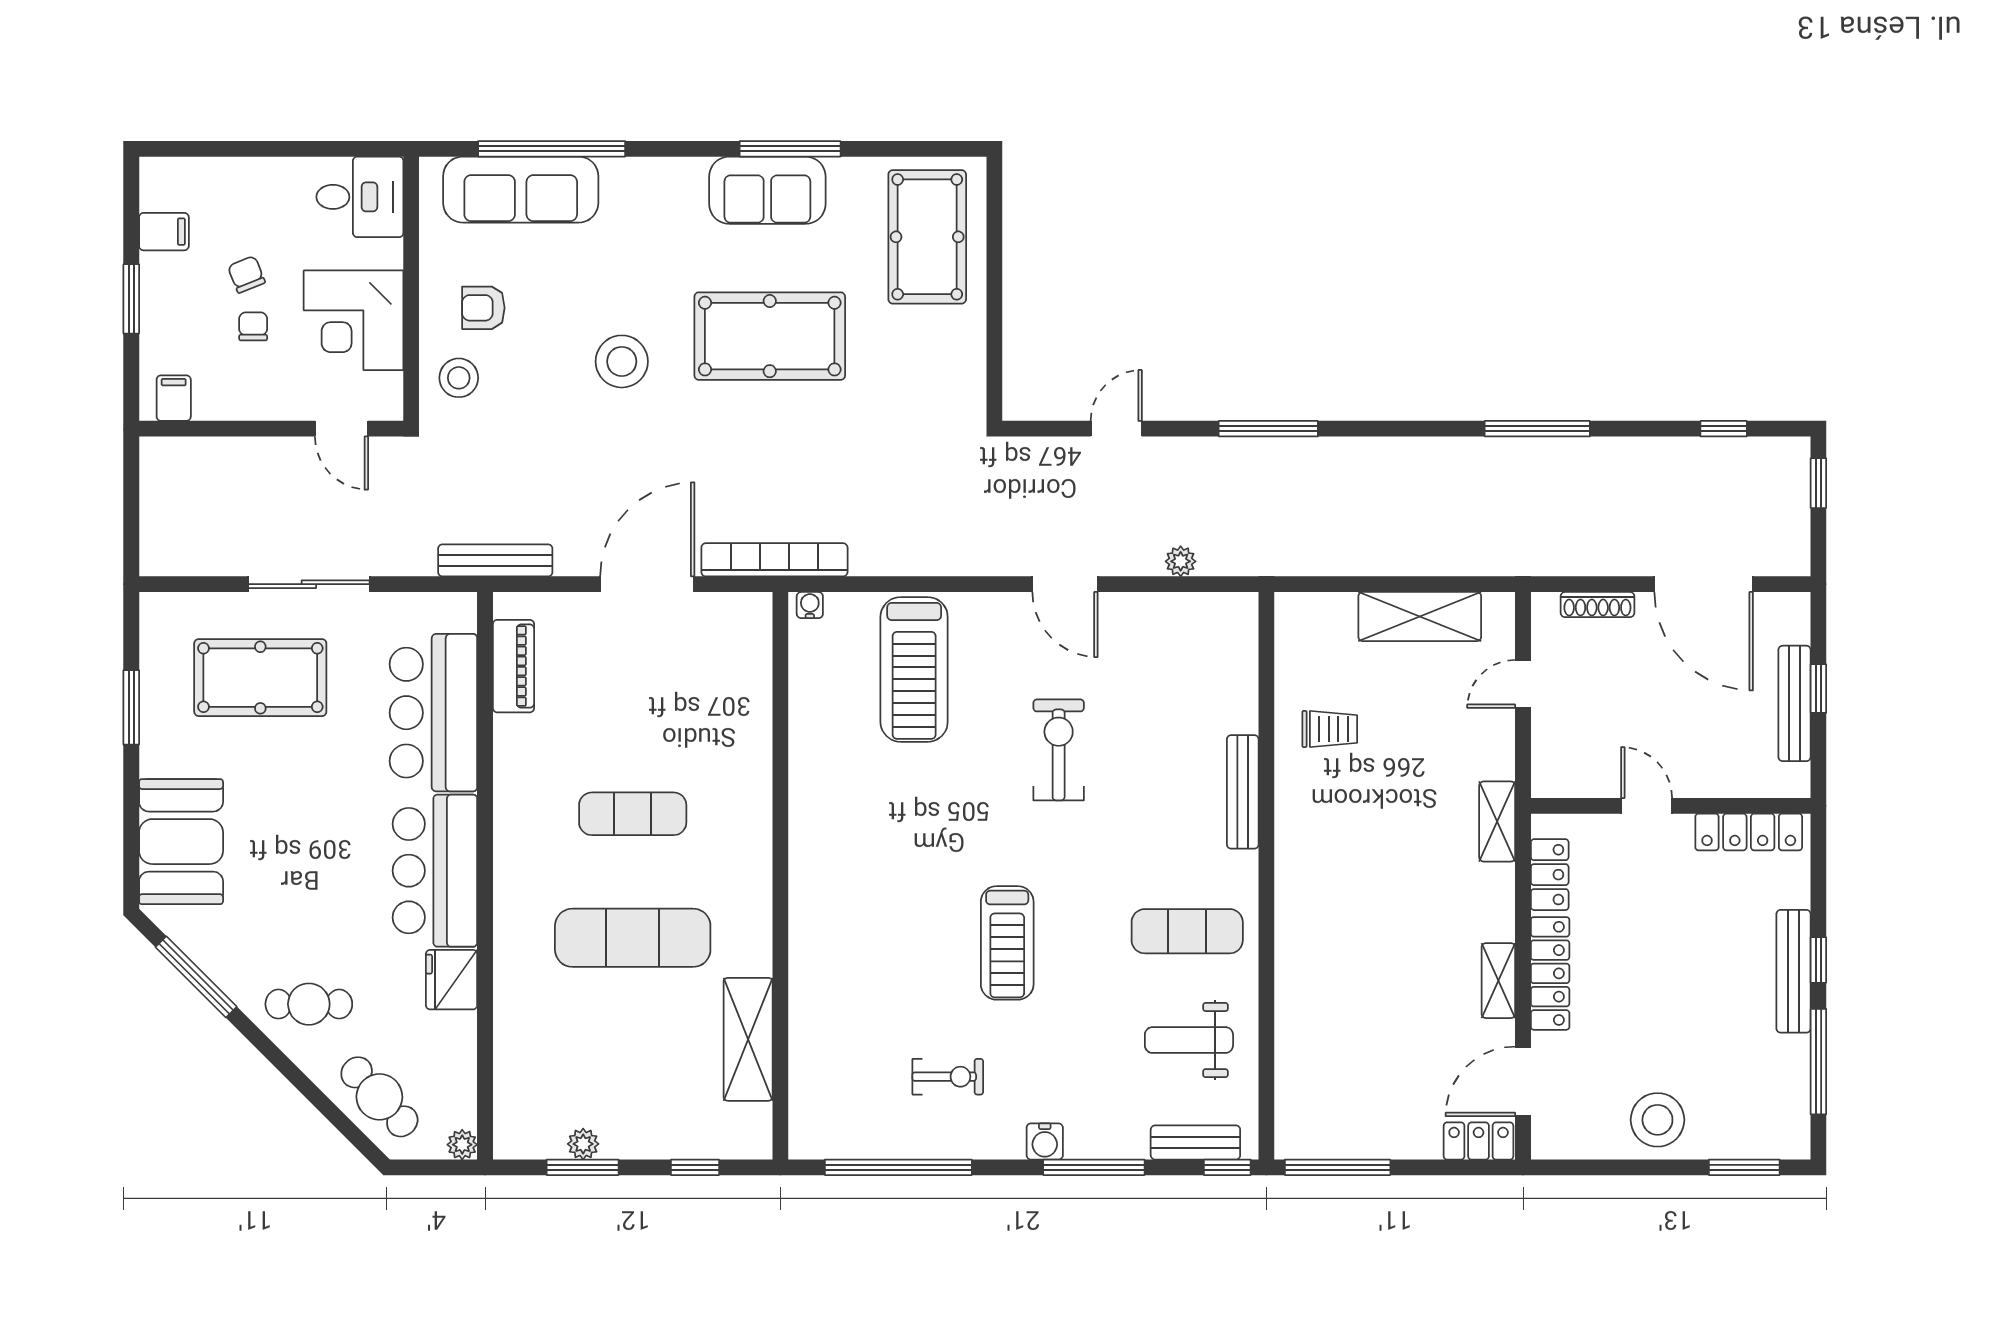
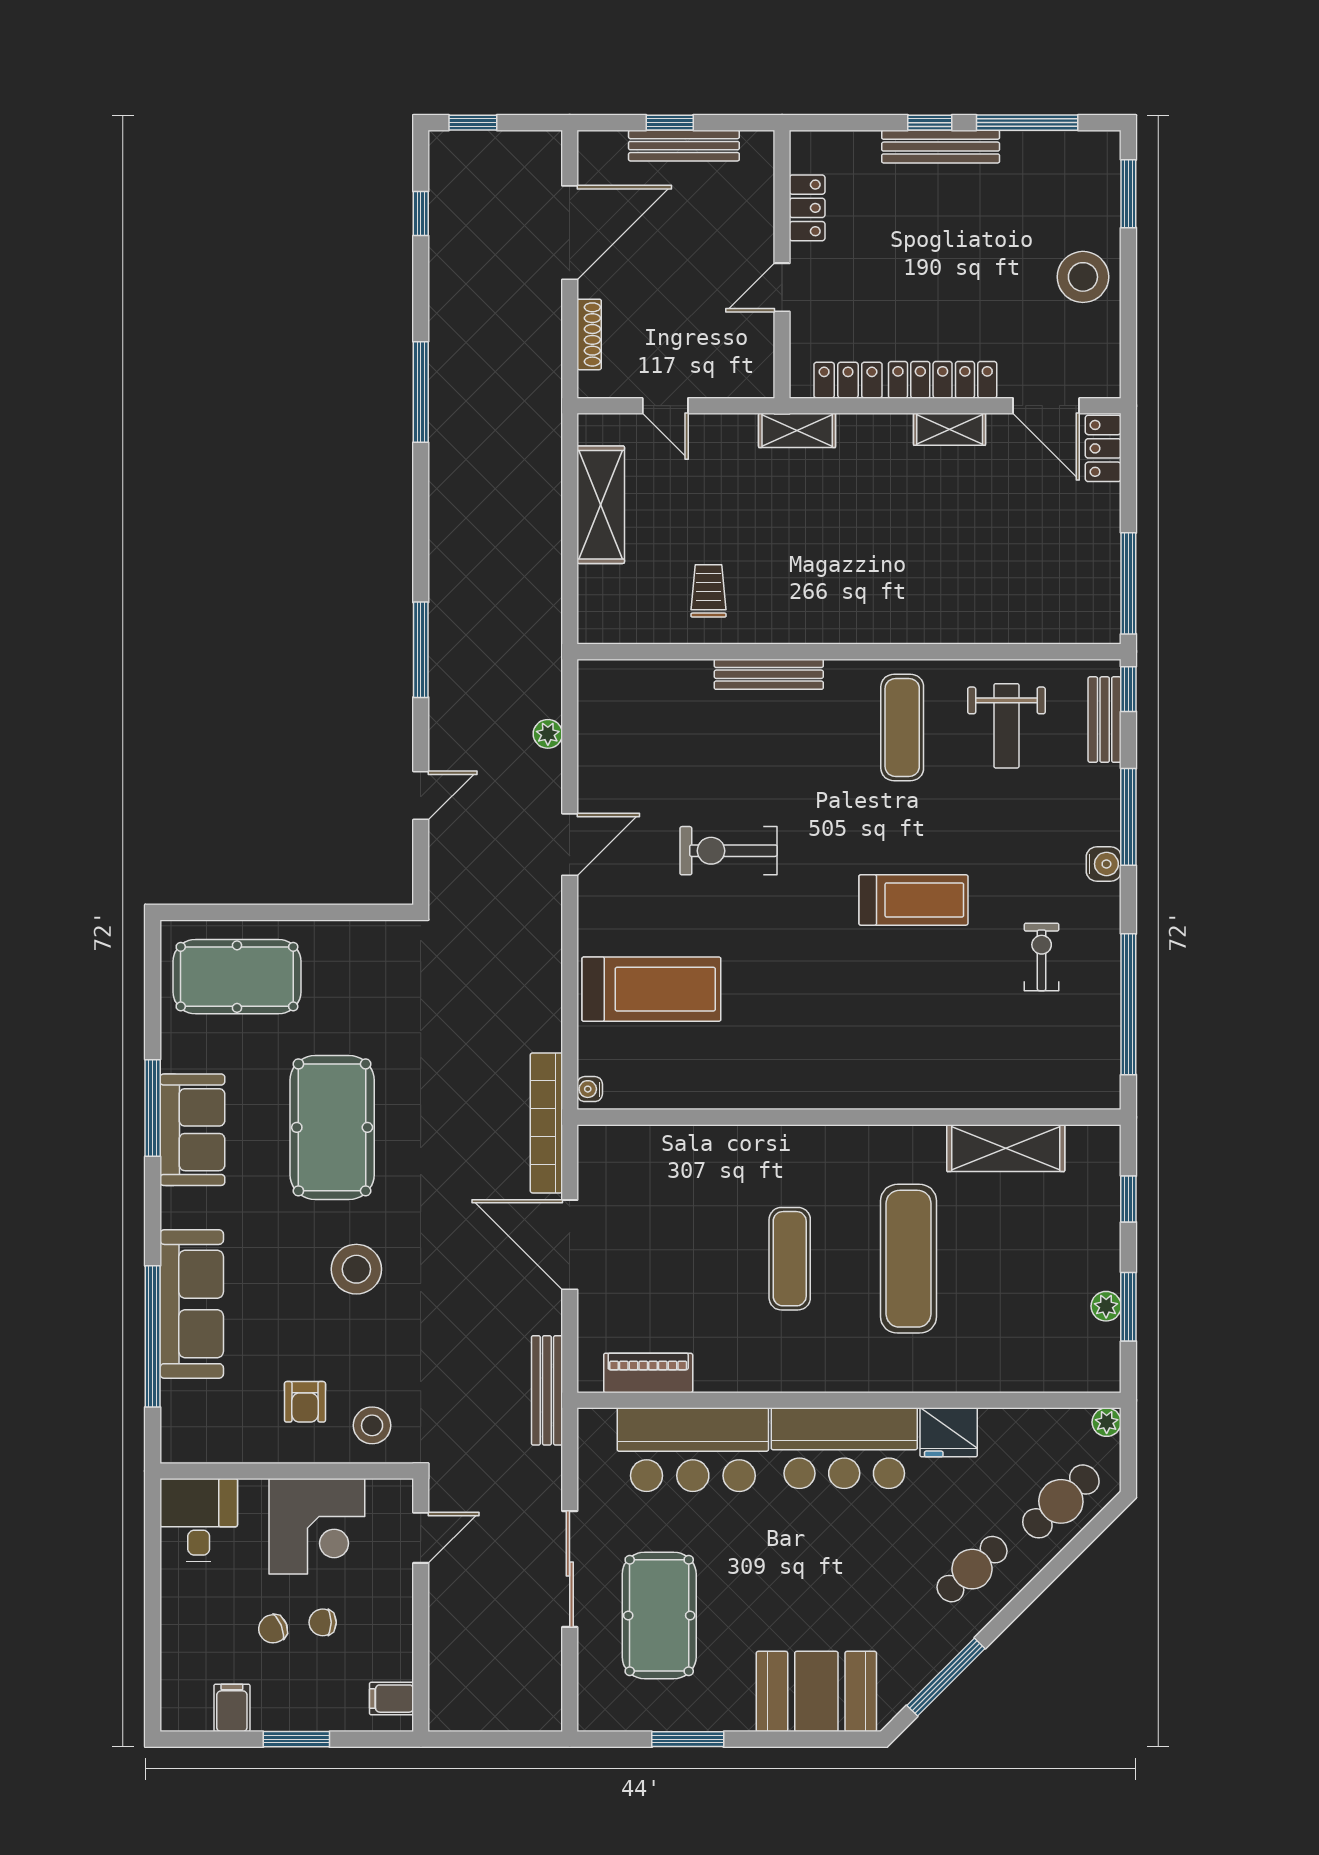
sofa: (521, 190) -> (192, 1304), moved
door: (1116, 429) -> (421, 795), swing flipped
locker: (1749, 832) -> (807, 208), width x0.66
cafe table: (309, 1004) -> (972, 1569), turned 48

